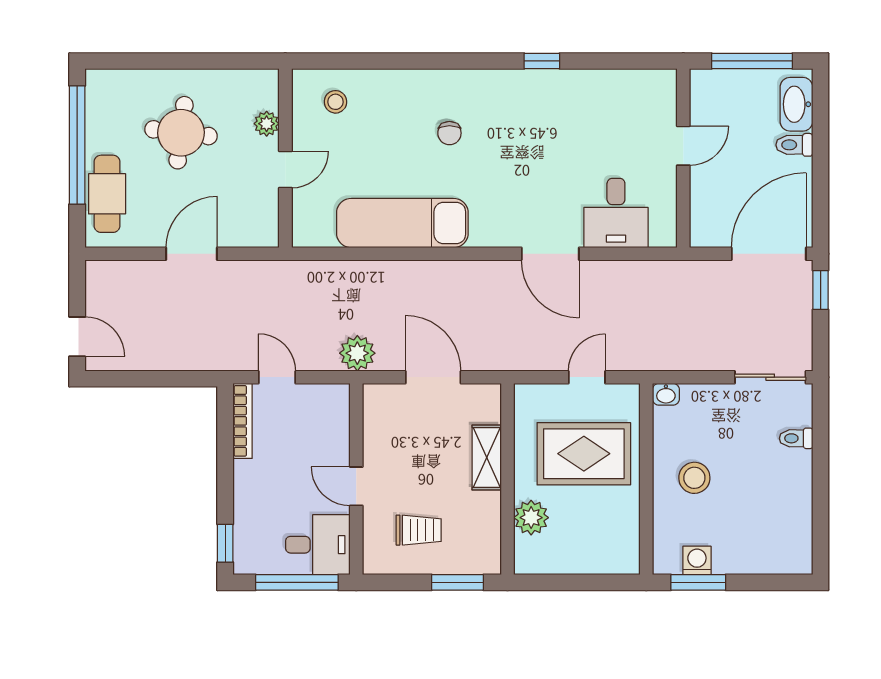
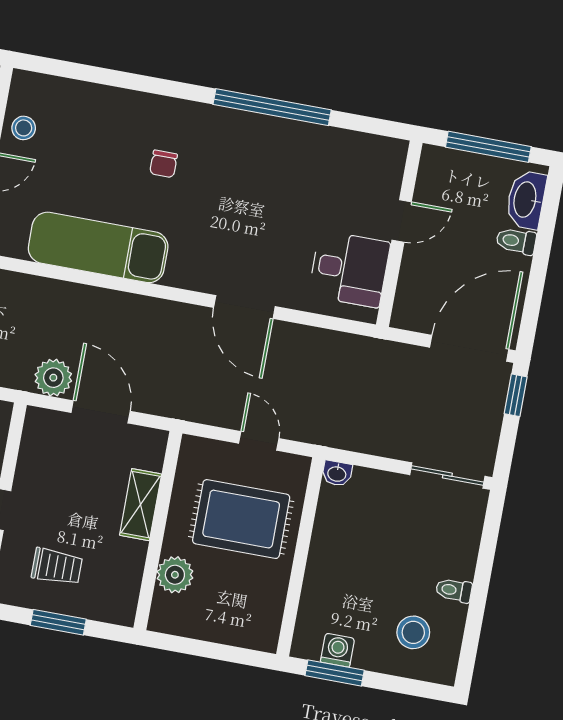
window: (542, 61) -> (272, 107), width x3.17
stool: (335, 102) -> (24, 128), moved
desk: (616, 213) -> (349, 269), moved, turned -90
plant: (357, 353) -> (53, 378), moved
door: (587, 377) -> (259, 441), hinge flipped
toilet: (796, 438) -> (454, 590), moved
stool: (694, 478) -> (413, 632), moved
window: (457, 582) -> (58, 622), moved

